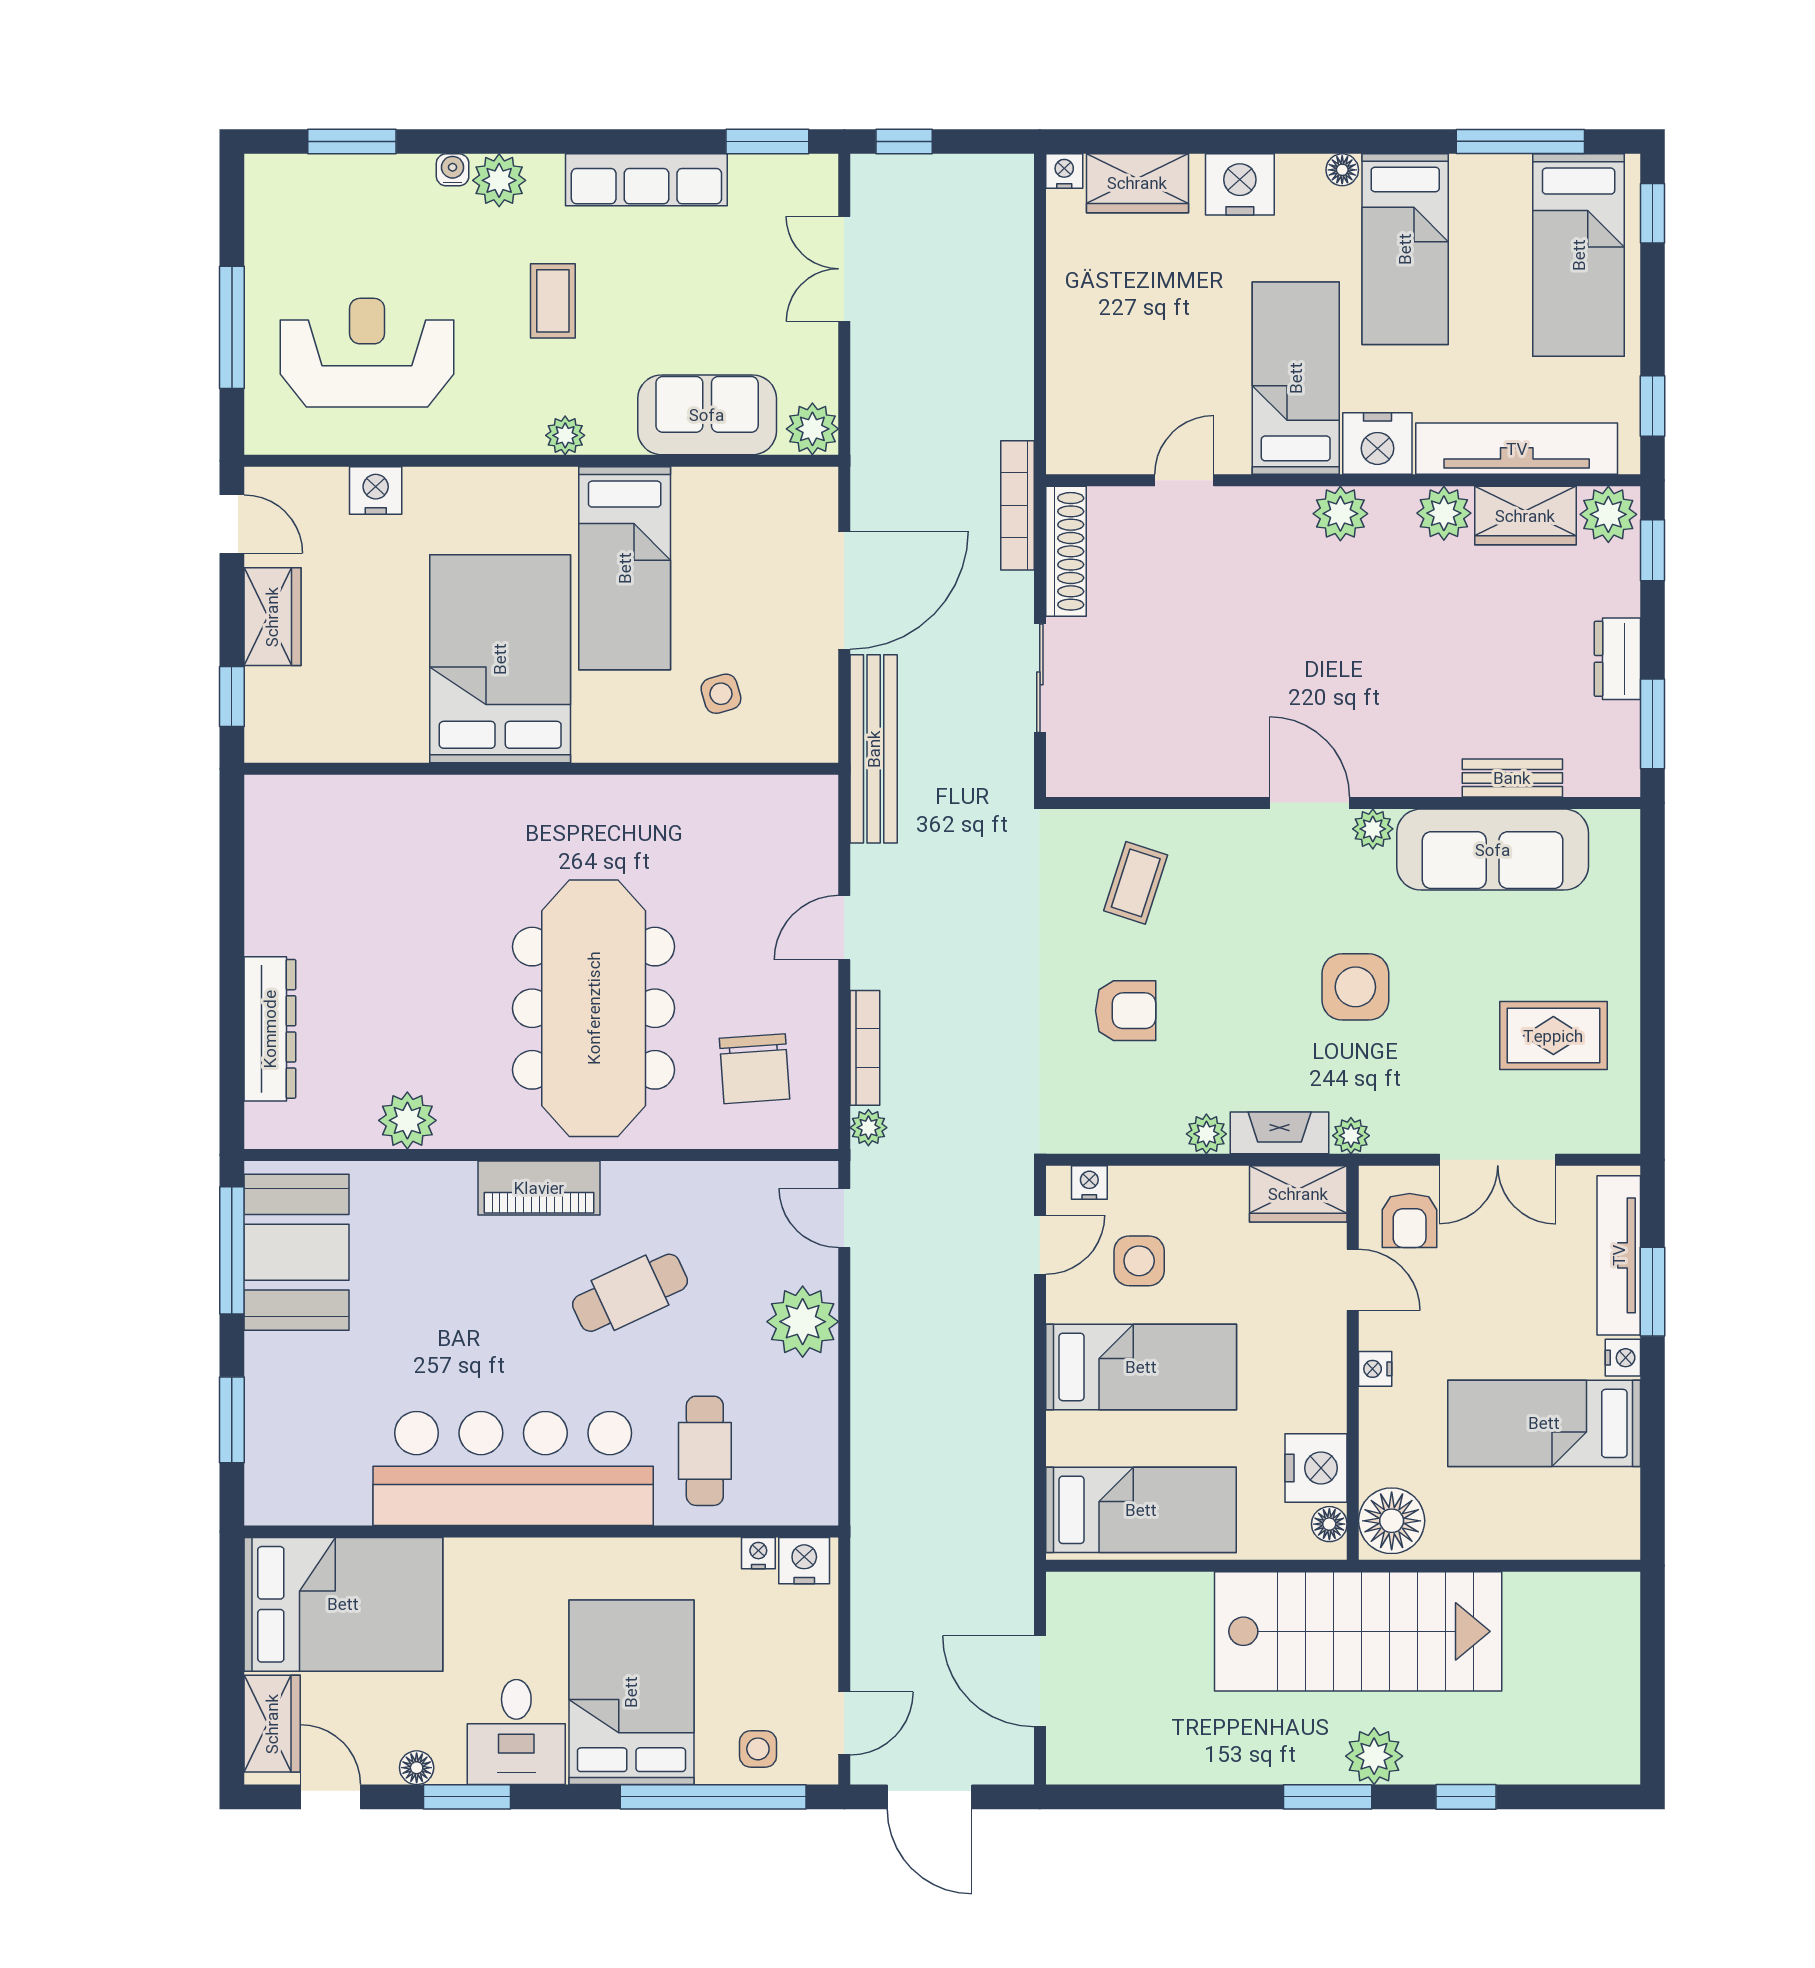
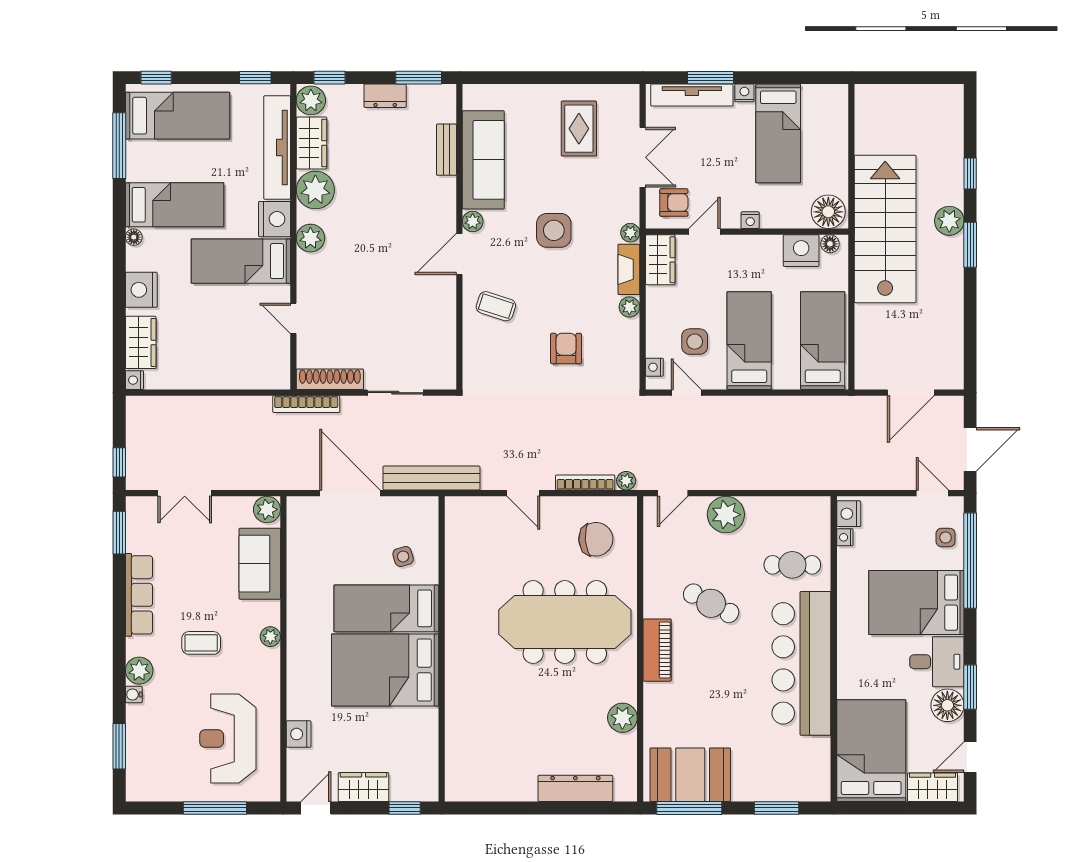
plant: (1444, 513) -> (315, 190), width x1.36, depth x1.36
bed: (625, 568) -> (386, 608), moved, turned 180
coffee table: (1136, 883) -> (496, 306), moved
cafe table: (630, 1293) -> (711, 603), turned -37
floor lamp: (417, 1768) -> (947, 705), width x1.89, depth x1.89

